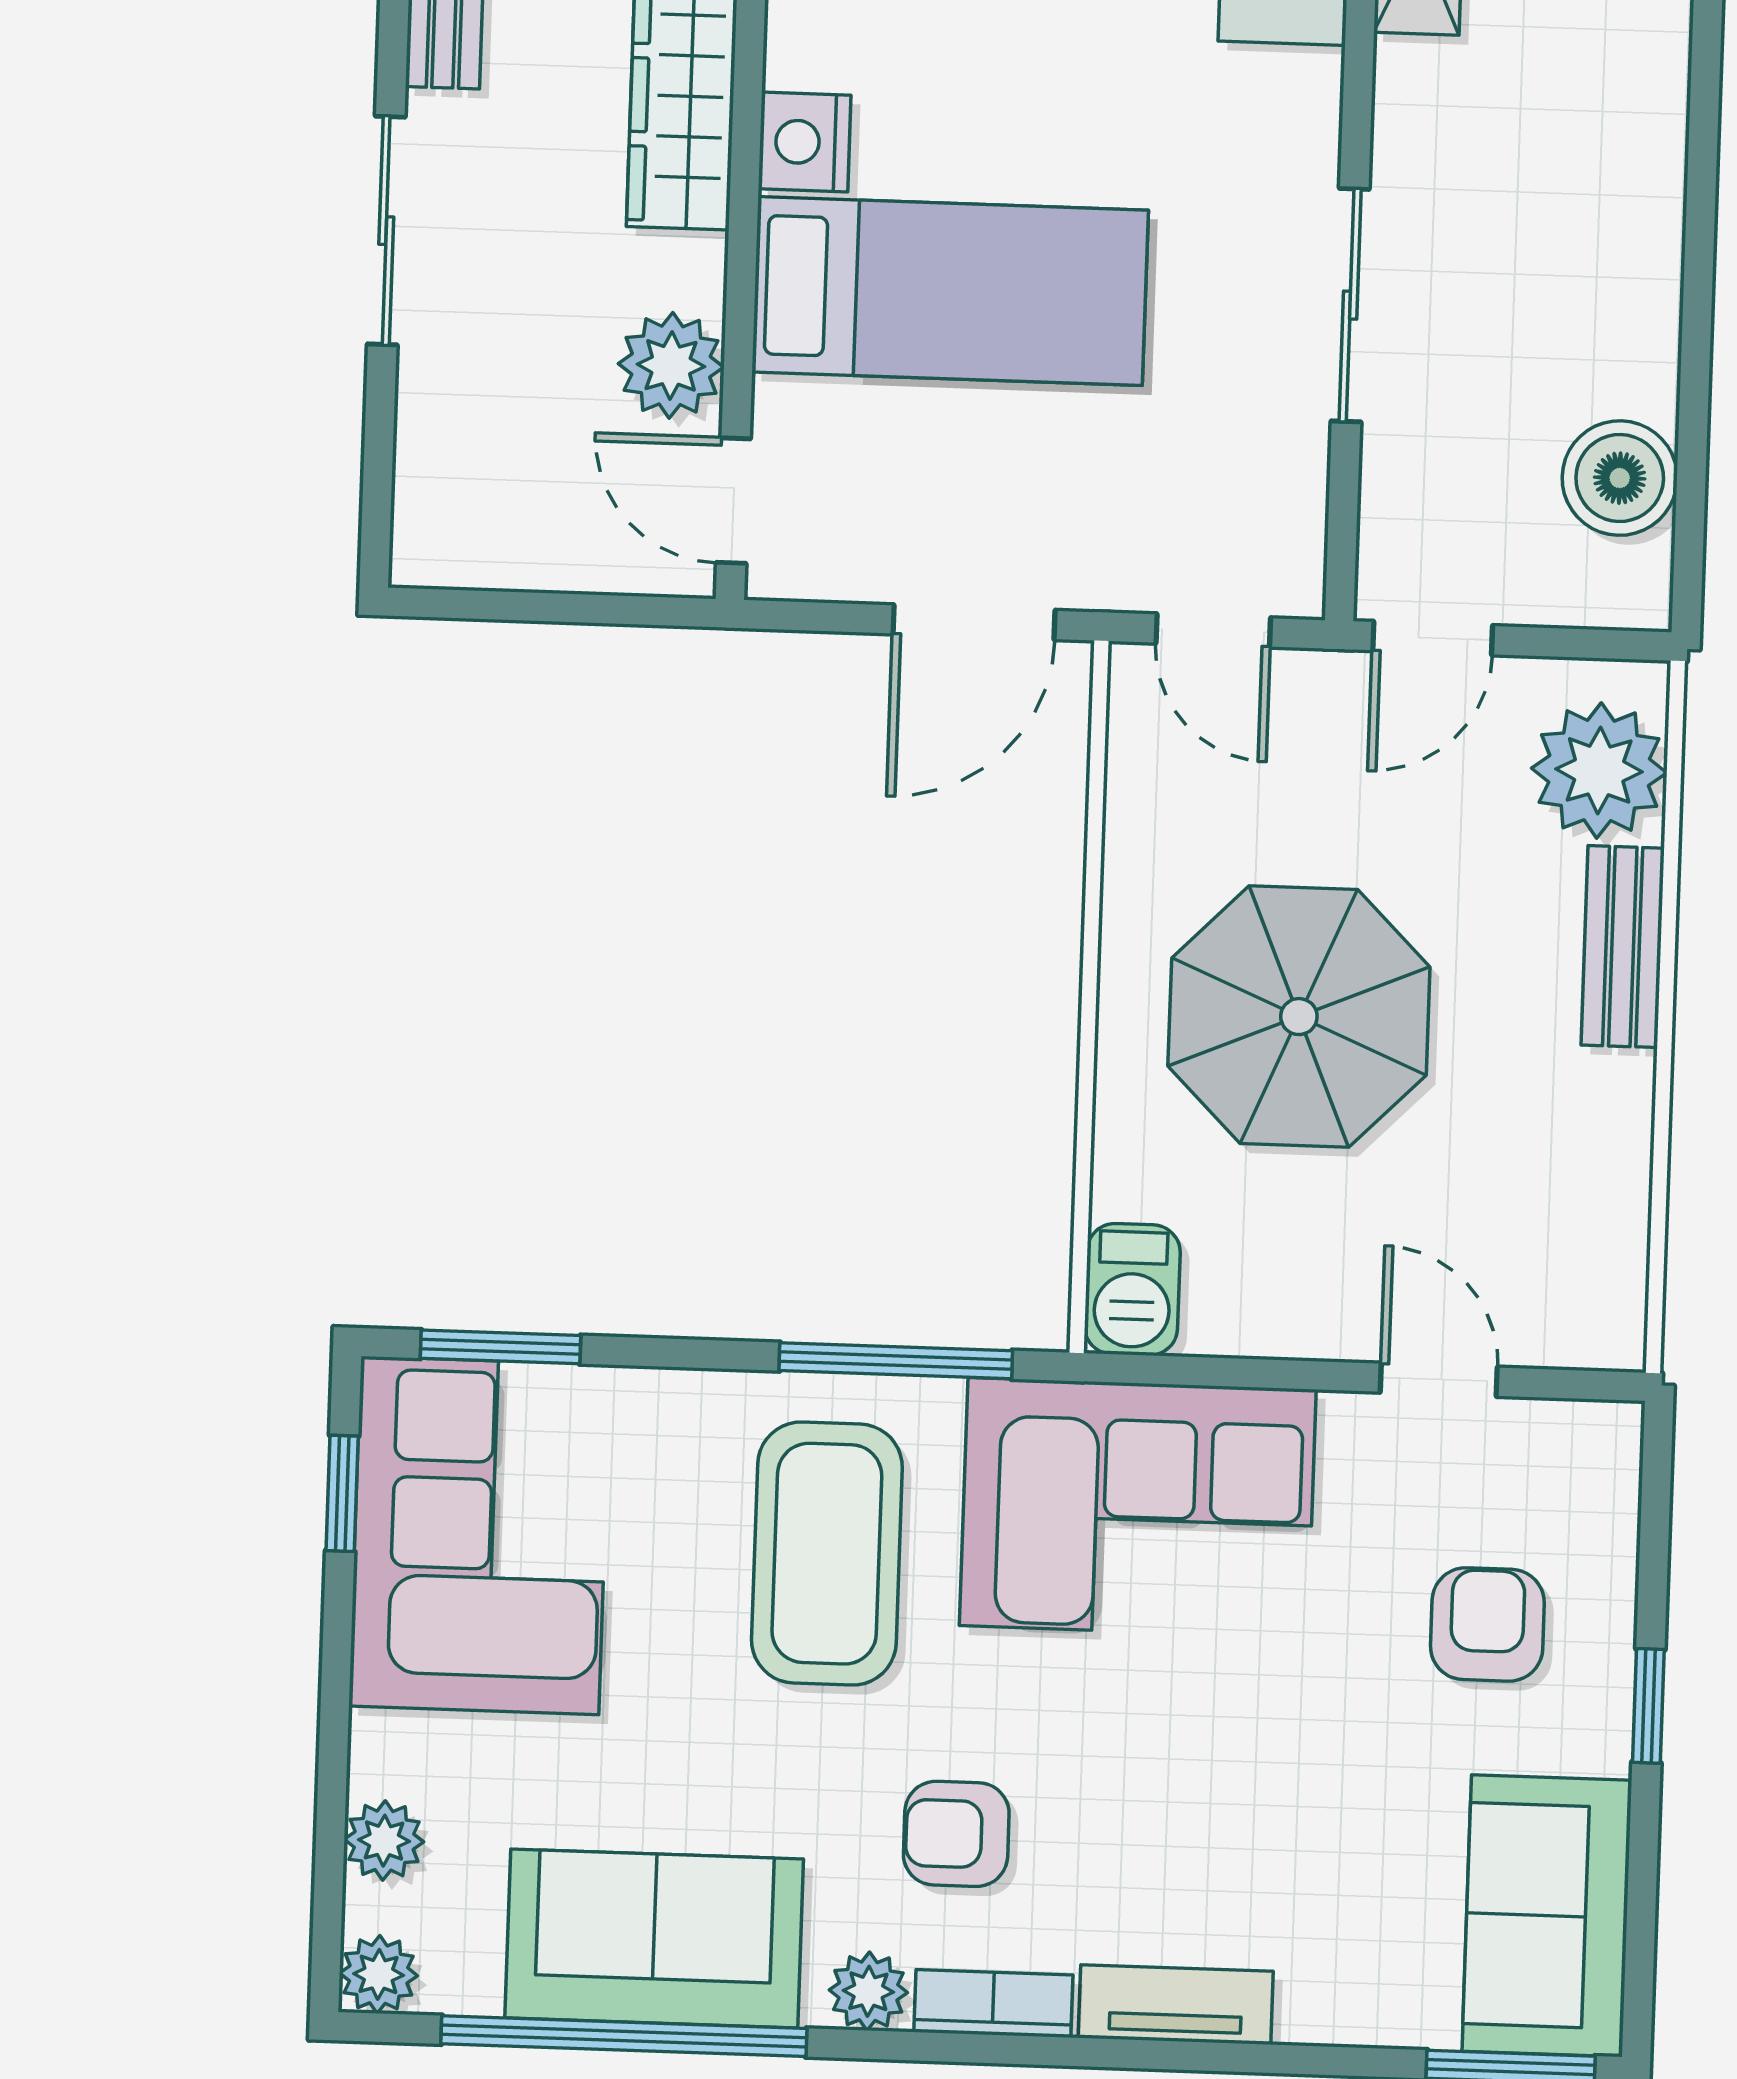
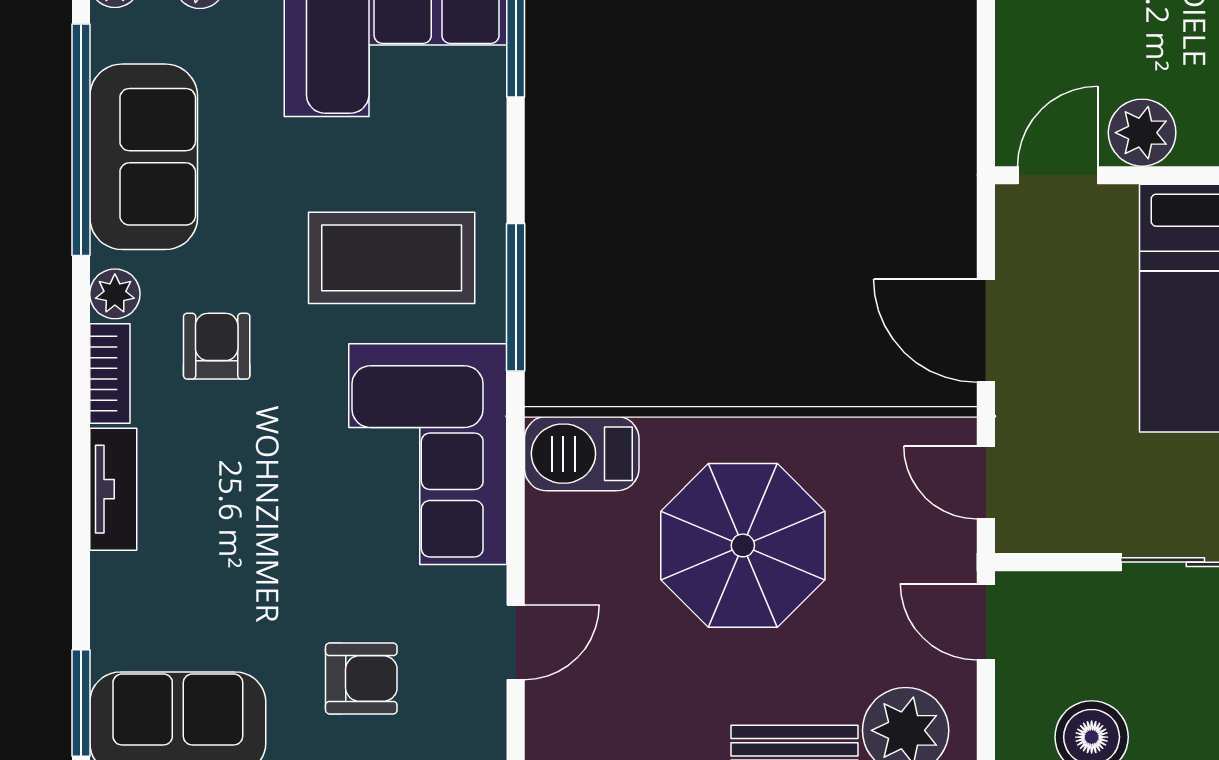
door: (1213, 631) -> (986, 483), hinge flipped
barbecue: (1132, 1289) -> (582, 454), width x1.38, depth x1.27

